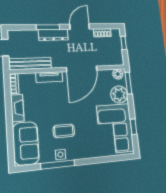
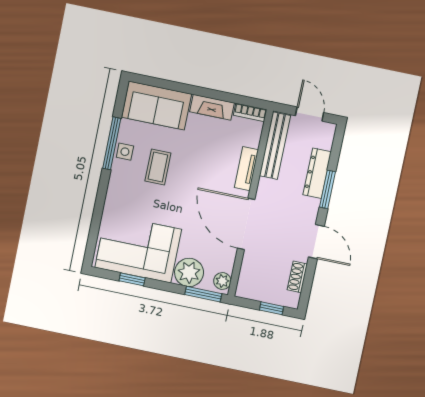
dresser: (53, 35) -> (317, 173), moved

